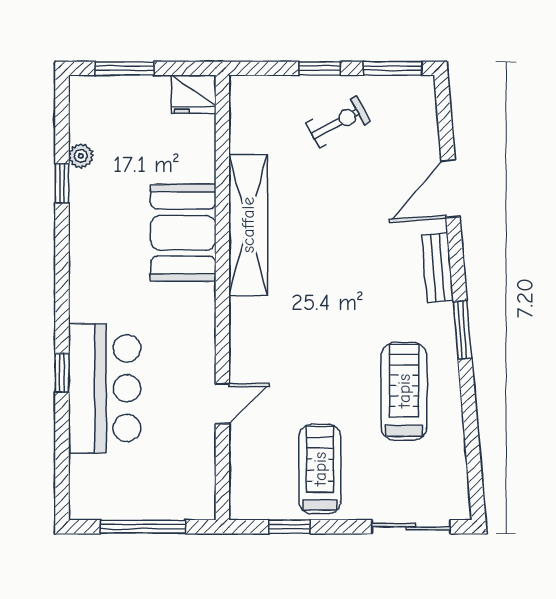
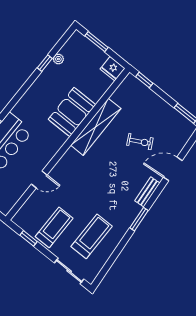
window: (320, 68) -> (144, 80), moved
exercise bike: (338, 122) -> (140, 142), moved
treadmill: (404, 391) -> (92, 236), moved

